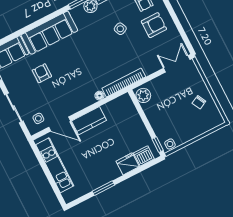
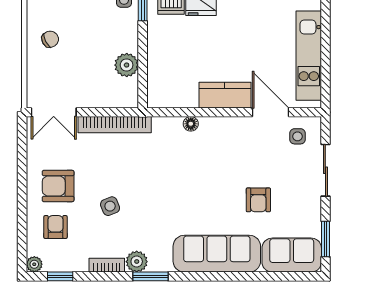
bookcase: (124, 82) -> (115, 125), moved
plant: (143, 95) -> (127, 65), moved

